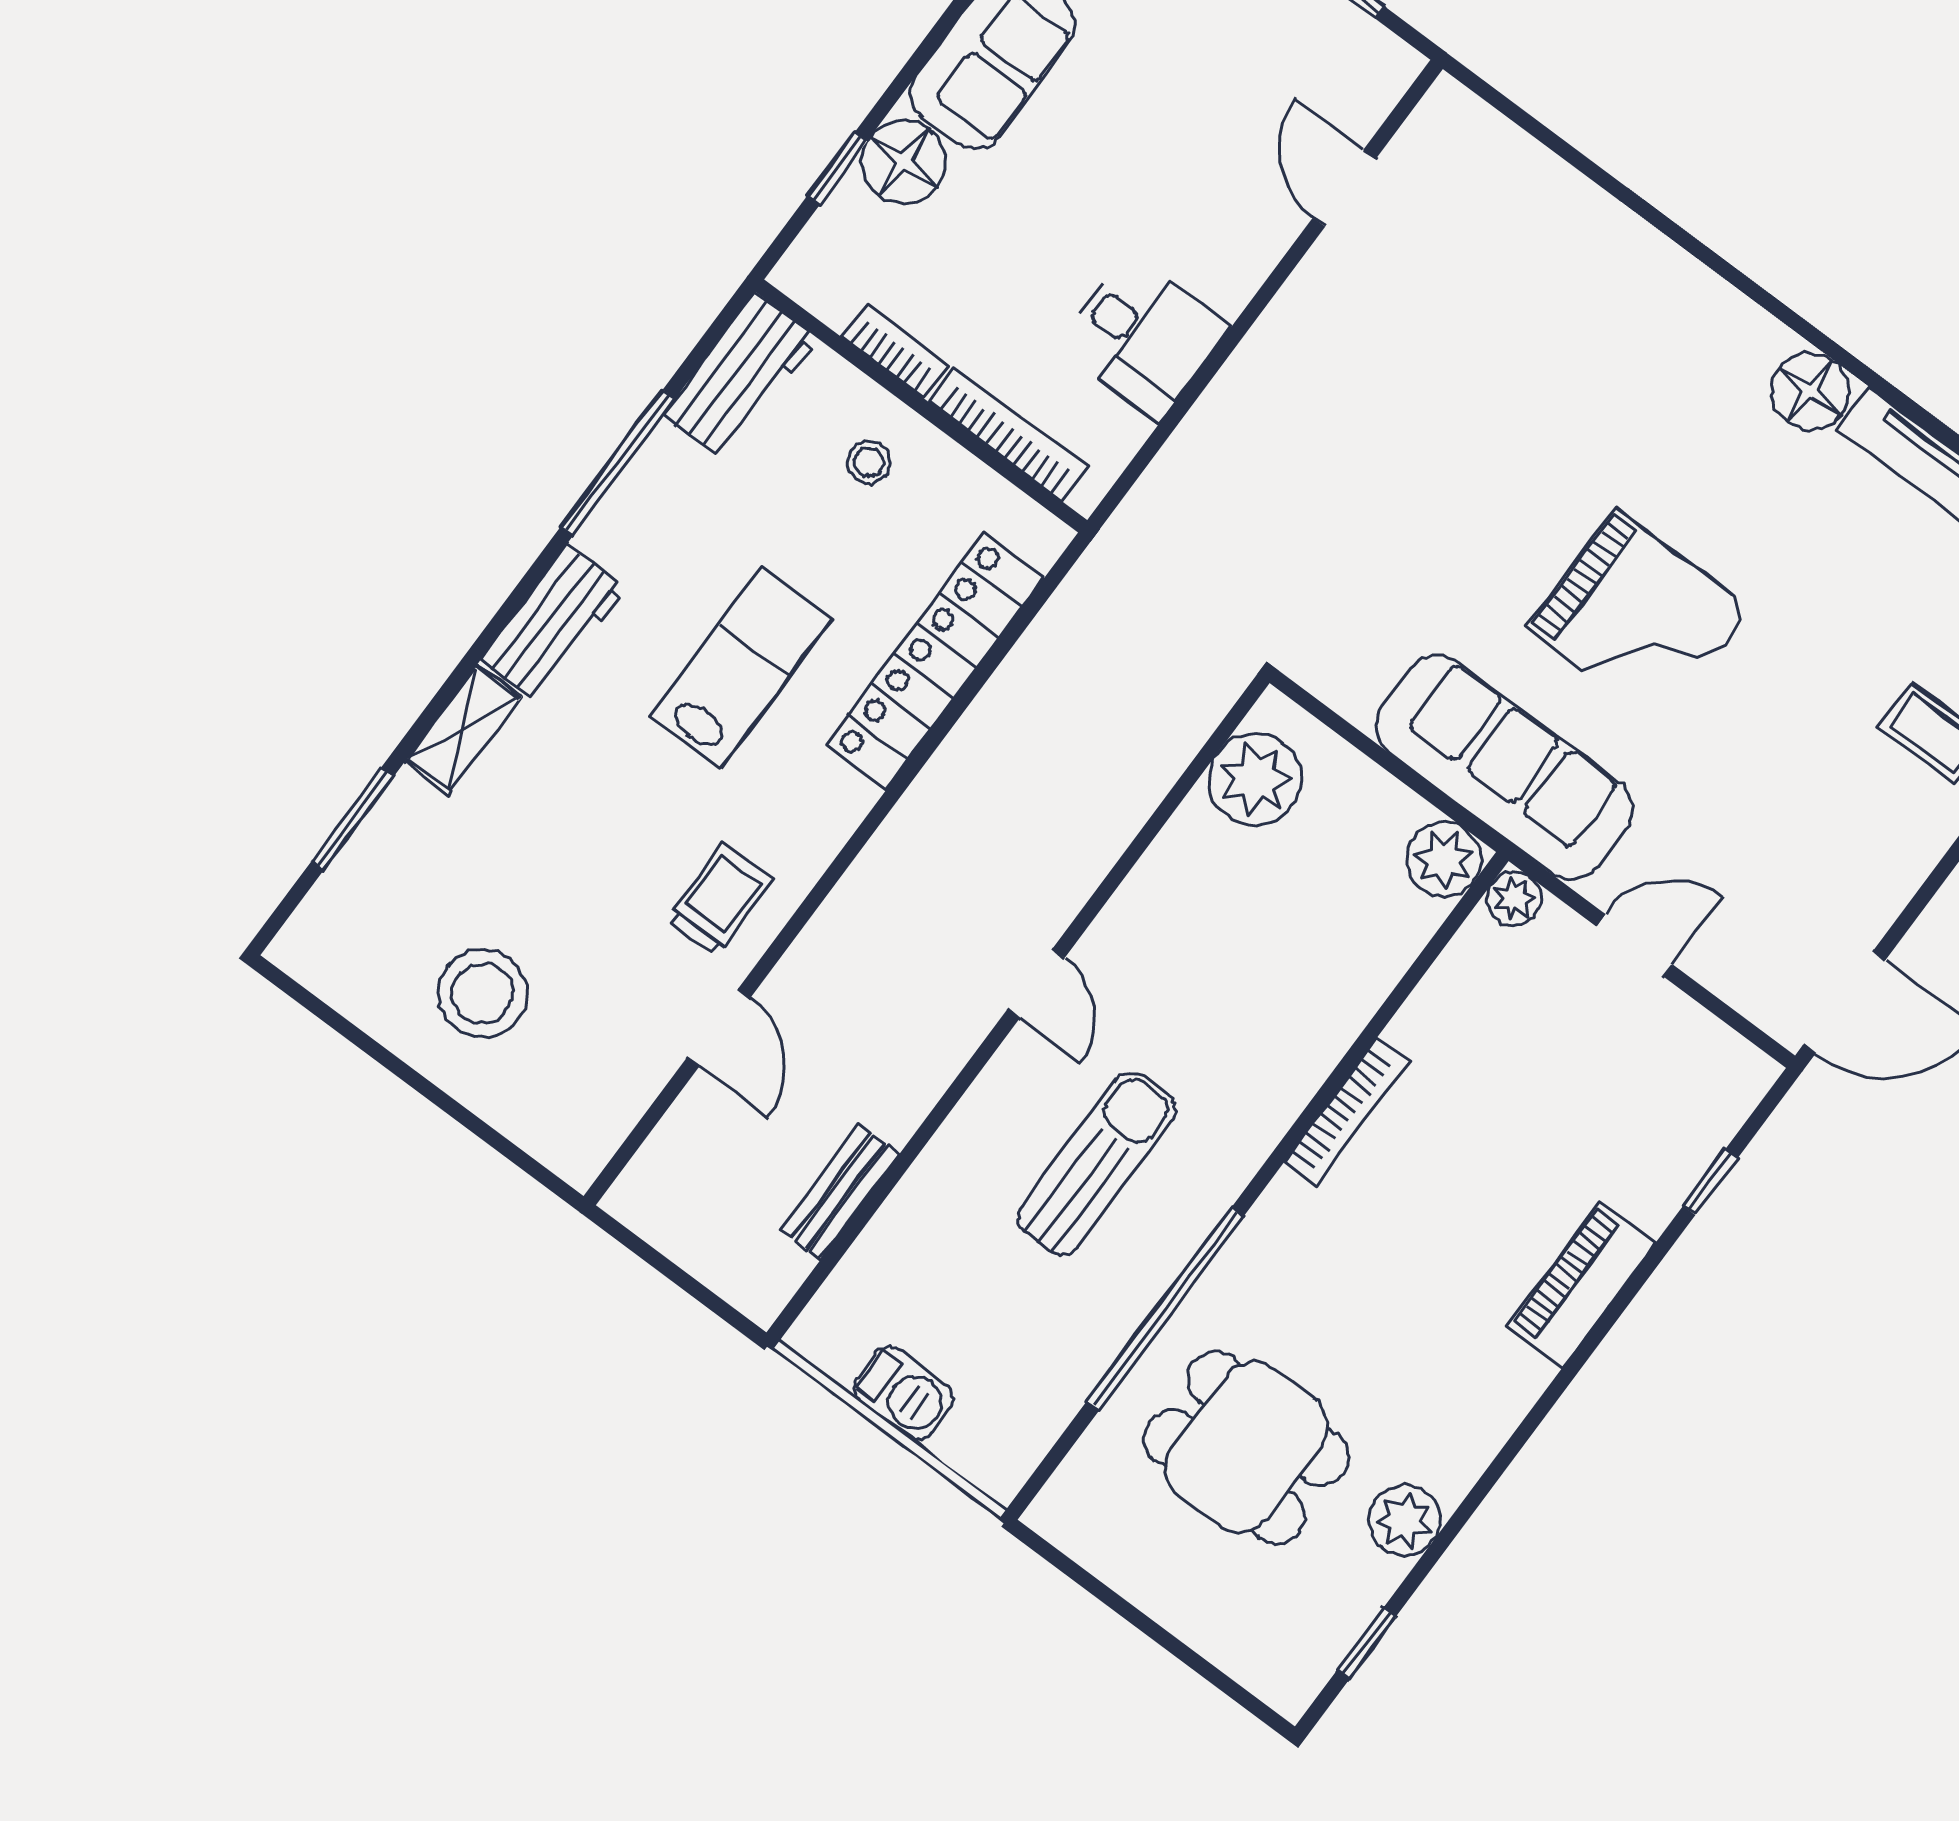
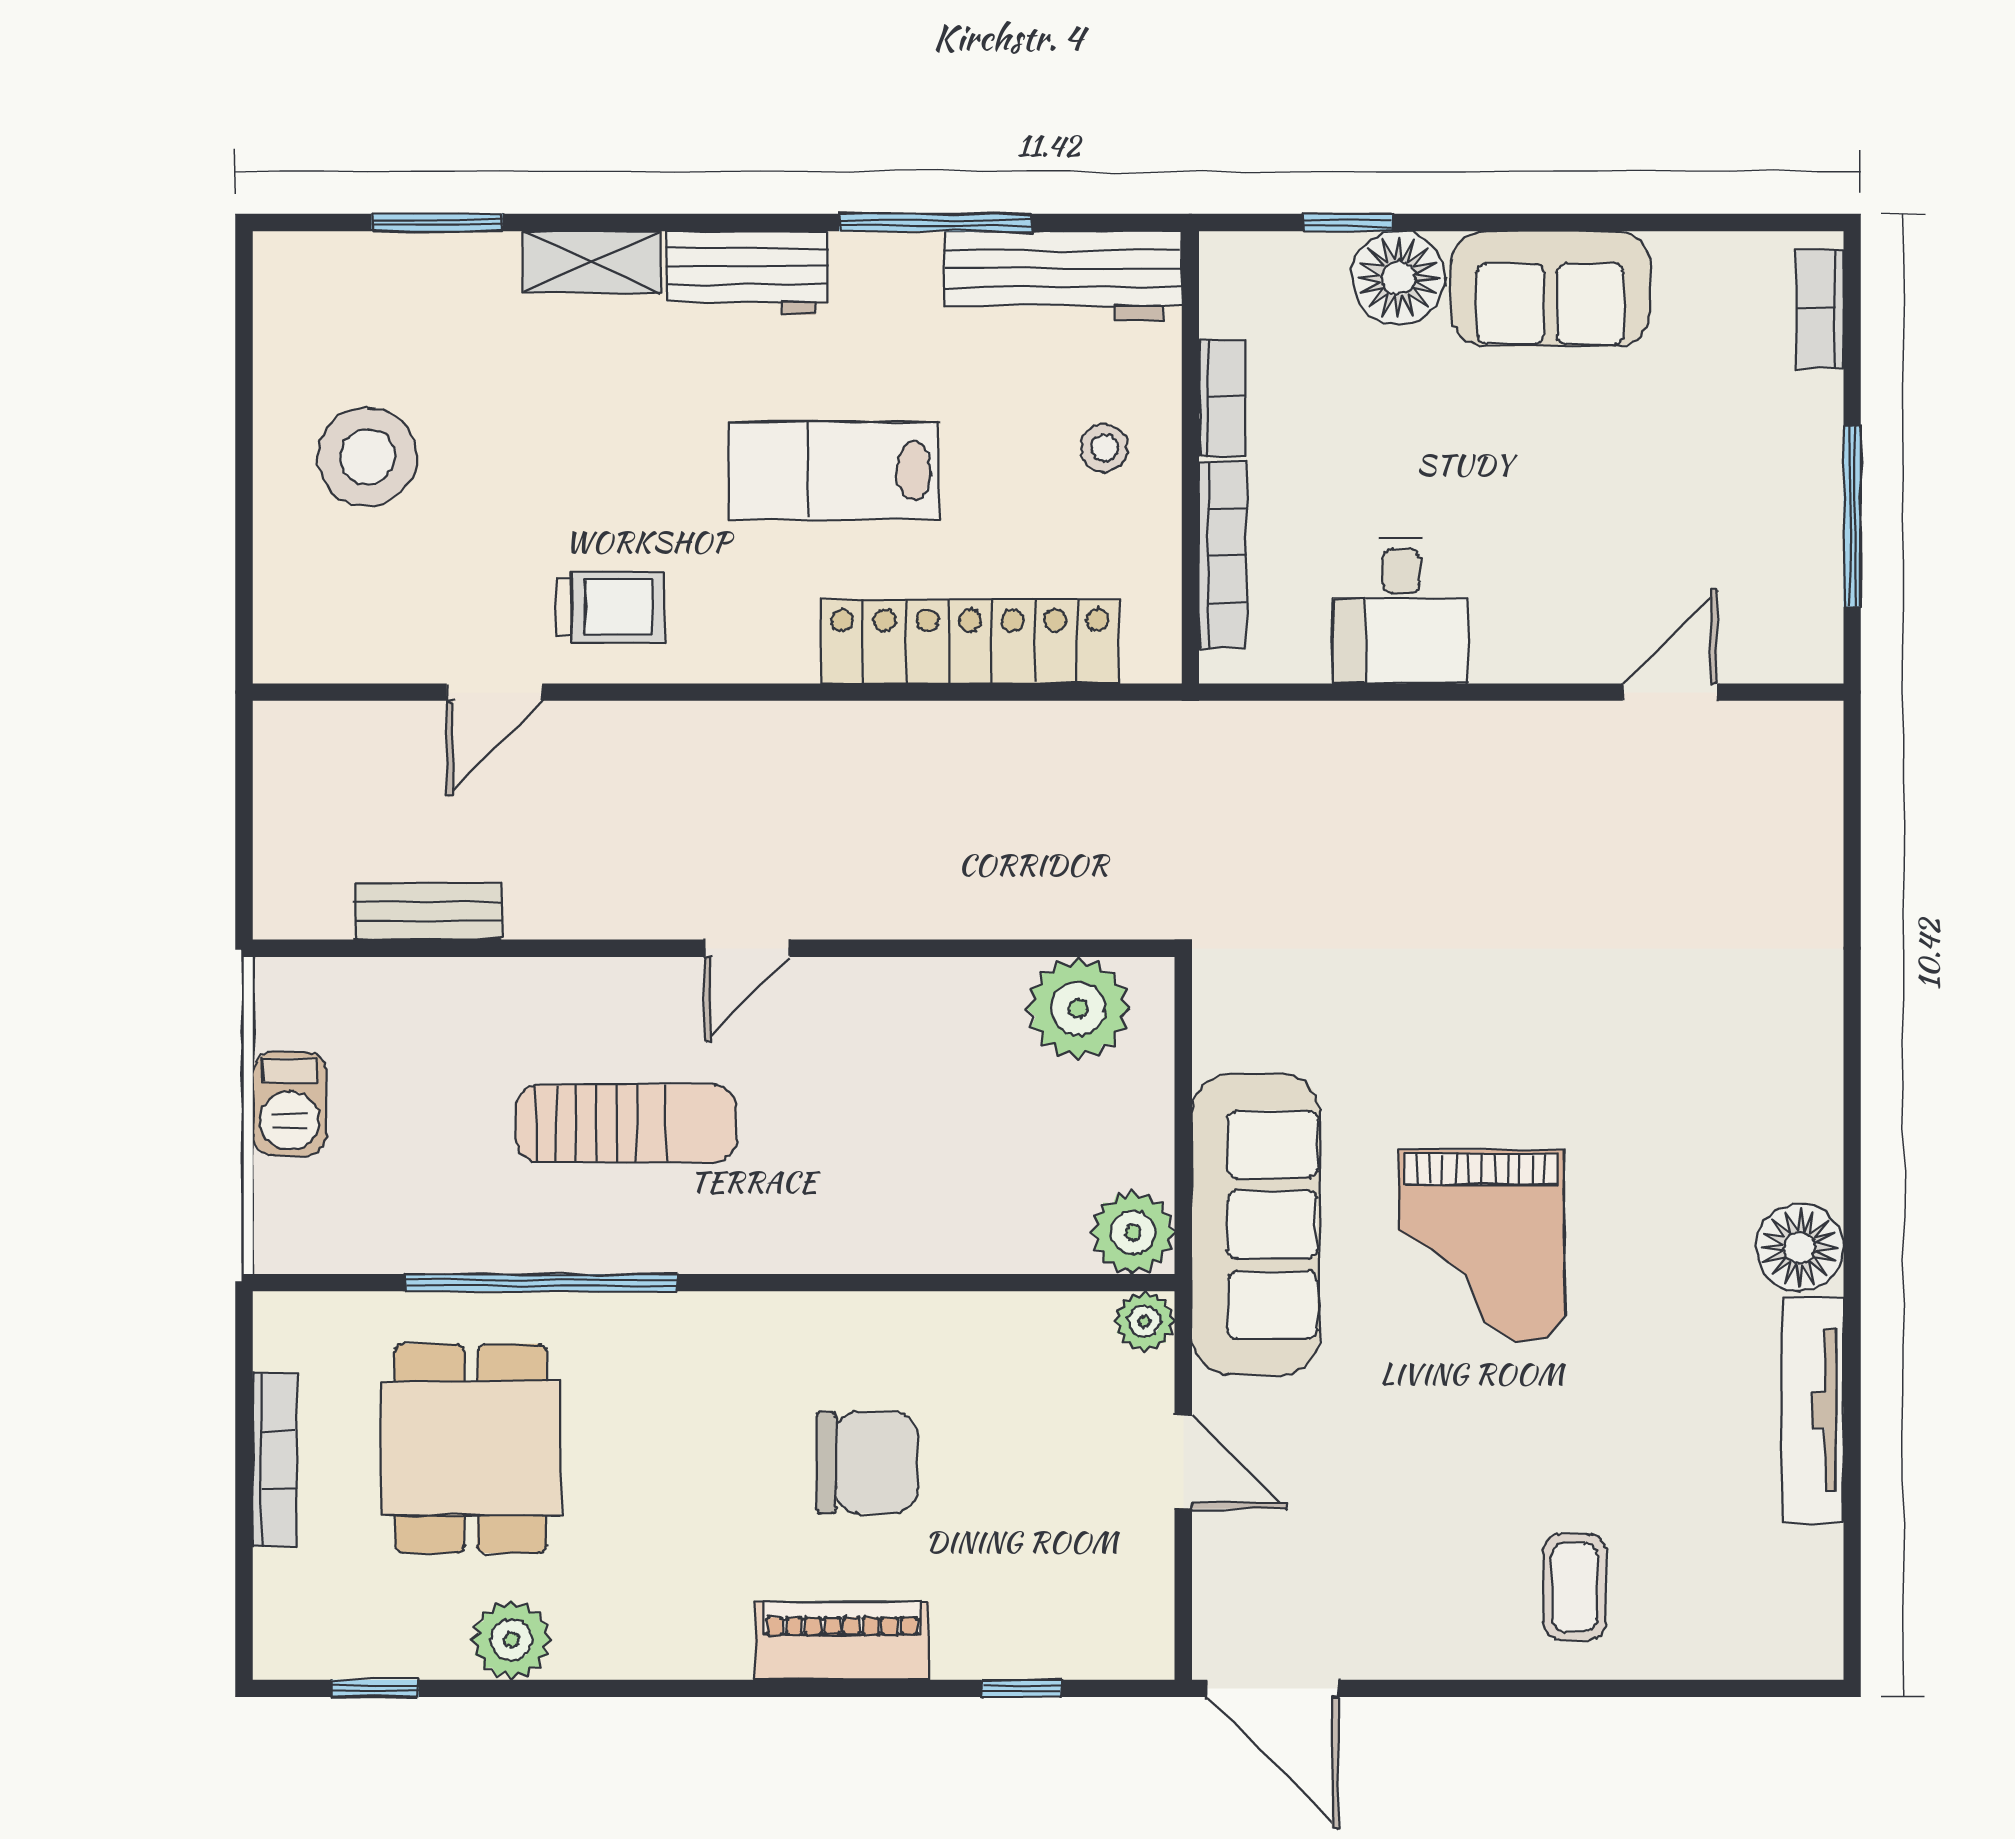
workbench: (741, 377) -> (1063, 276), width x1.38
lab bench: (741, 668) -> (834, 471), turned 180
bookcase: (1346, 1112) -> (275, 1460), moved, turned -90
chair: (1467, 1172) -> (867, 1462), added

